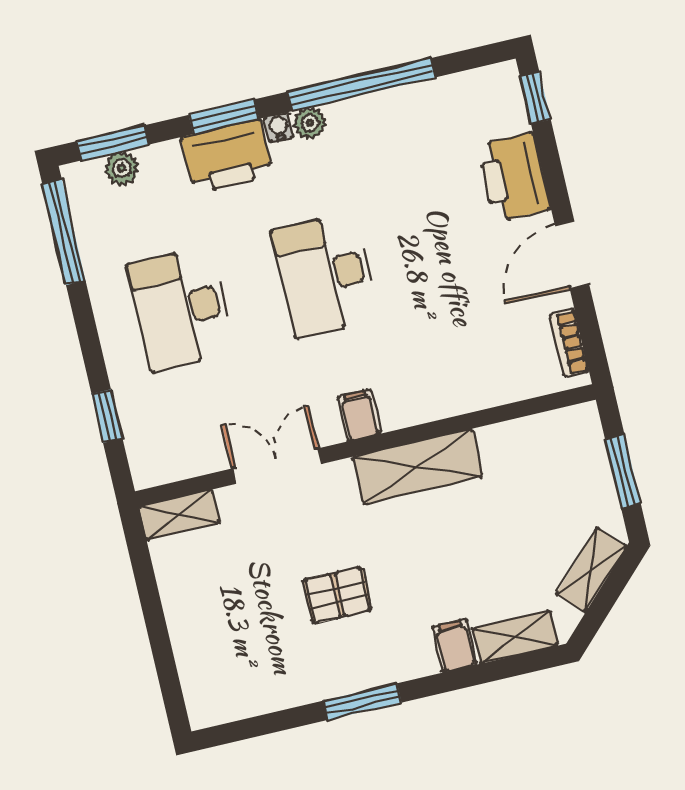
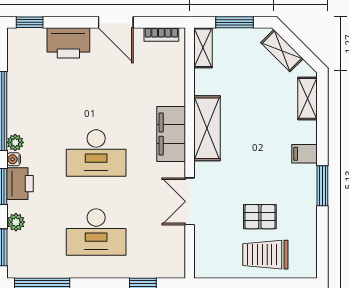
printer: (227, 157) -> (20, 184), width x0.73, depth x0.84
plant: (122, 168) -> (16, 222), moved
filing cabinet: (359, 415) -> (171, 134), width x3.00, depth x1.17
shelving: (179, 515) -> (203, 48), moved
pallet: (337, 595) -> (260, 217), moved, turned 90
trolley: (212, 627) -> (265, 255), added
filing cabinet: (455, 646) -> (305, 154), moved

